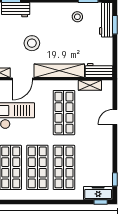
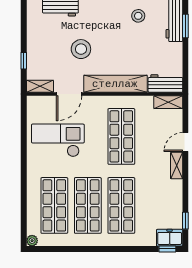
shelving: (90, 85) -> (168, 102), moved
shelving: (108, 136) -> (177, 166), added
freezer: (98, 193) -> (170, 238), width x0.71

